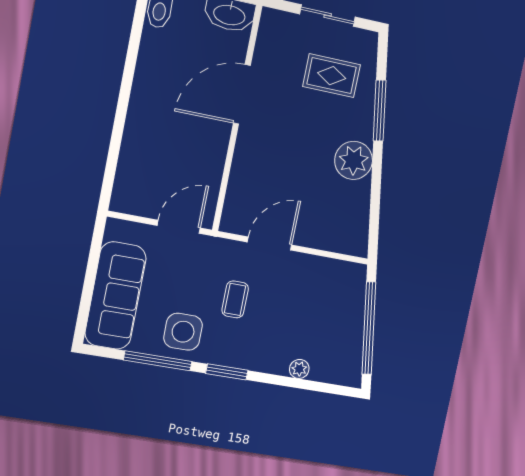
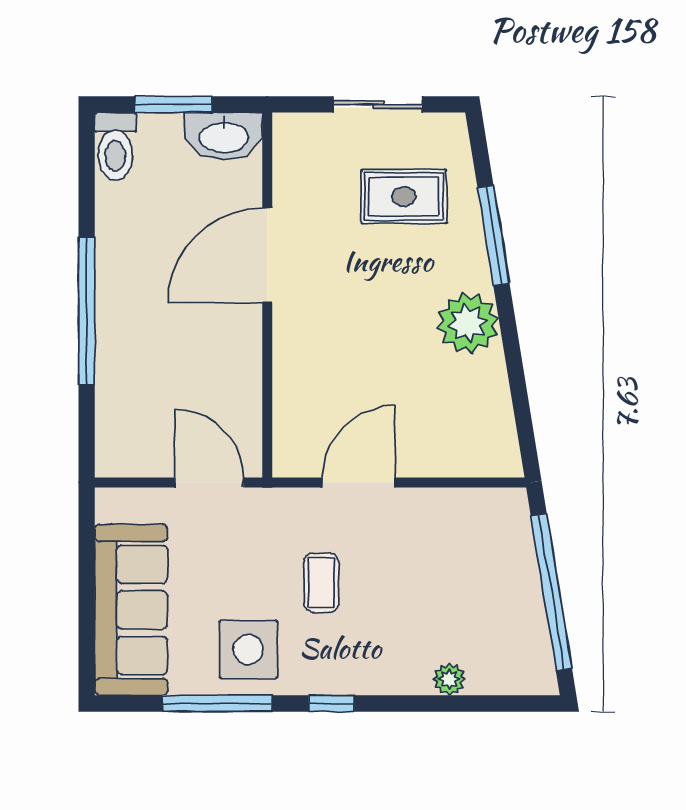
window: (122, 106) -> (87, 311), added
door: (179, 227) -> (209, 483), hinge flipped
window: (227, 372) -> (331, 703), width x0.67

